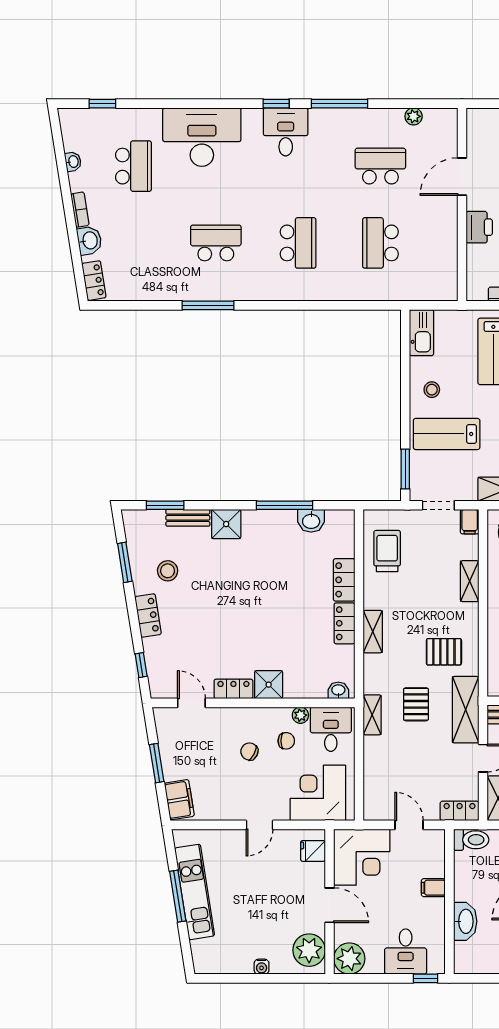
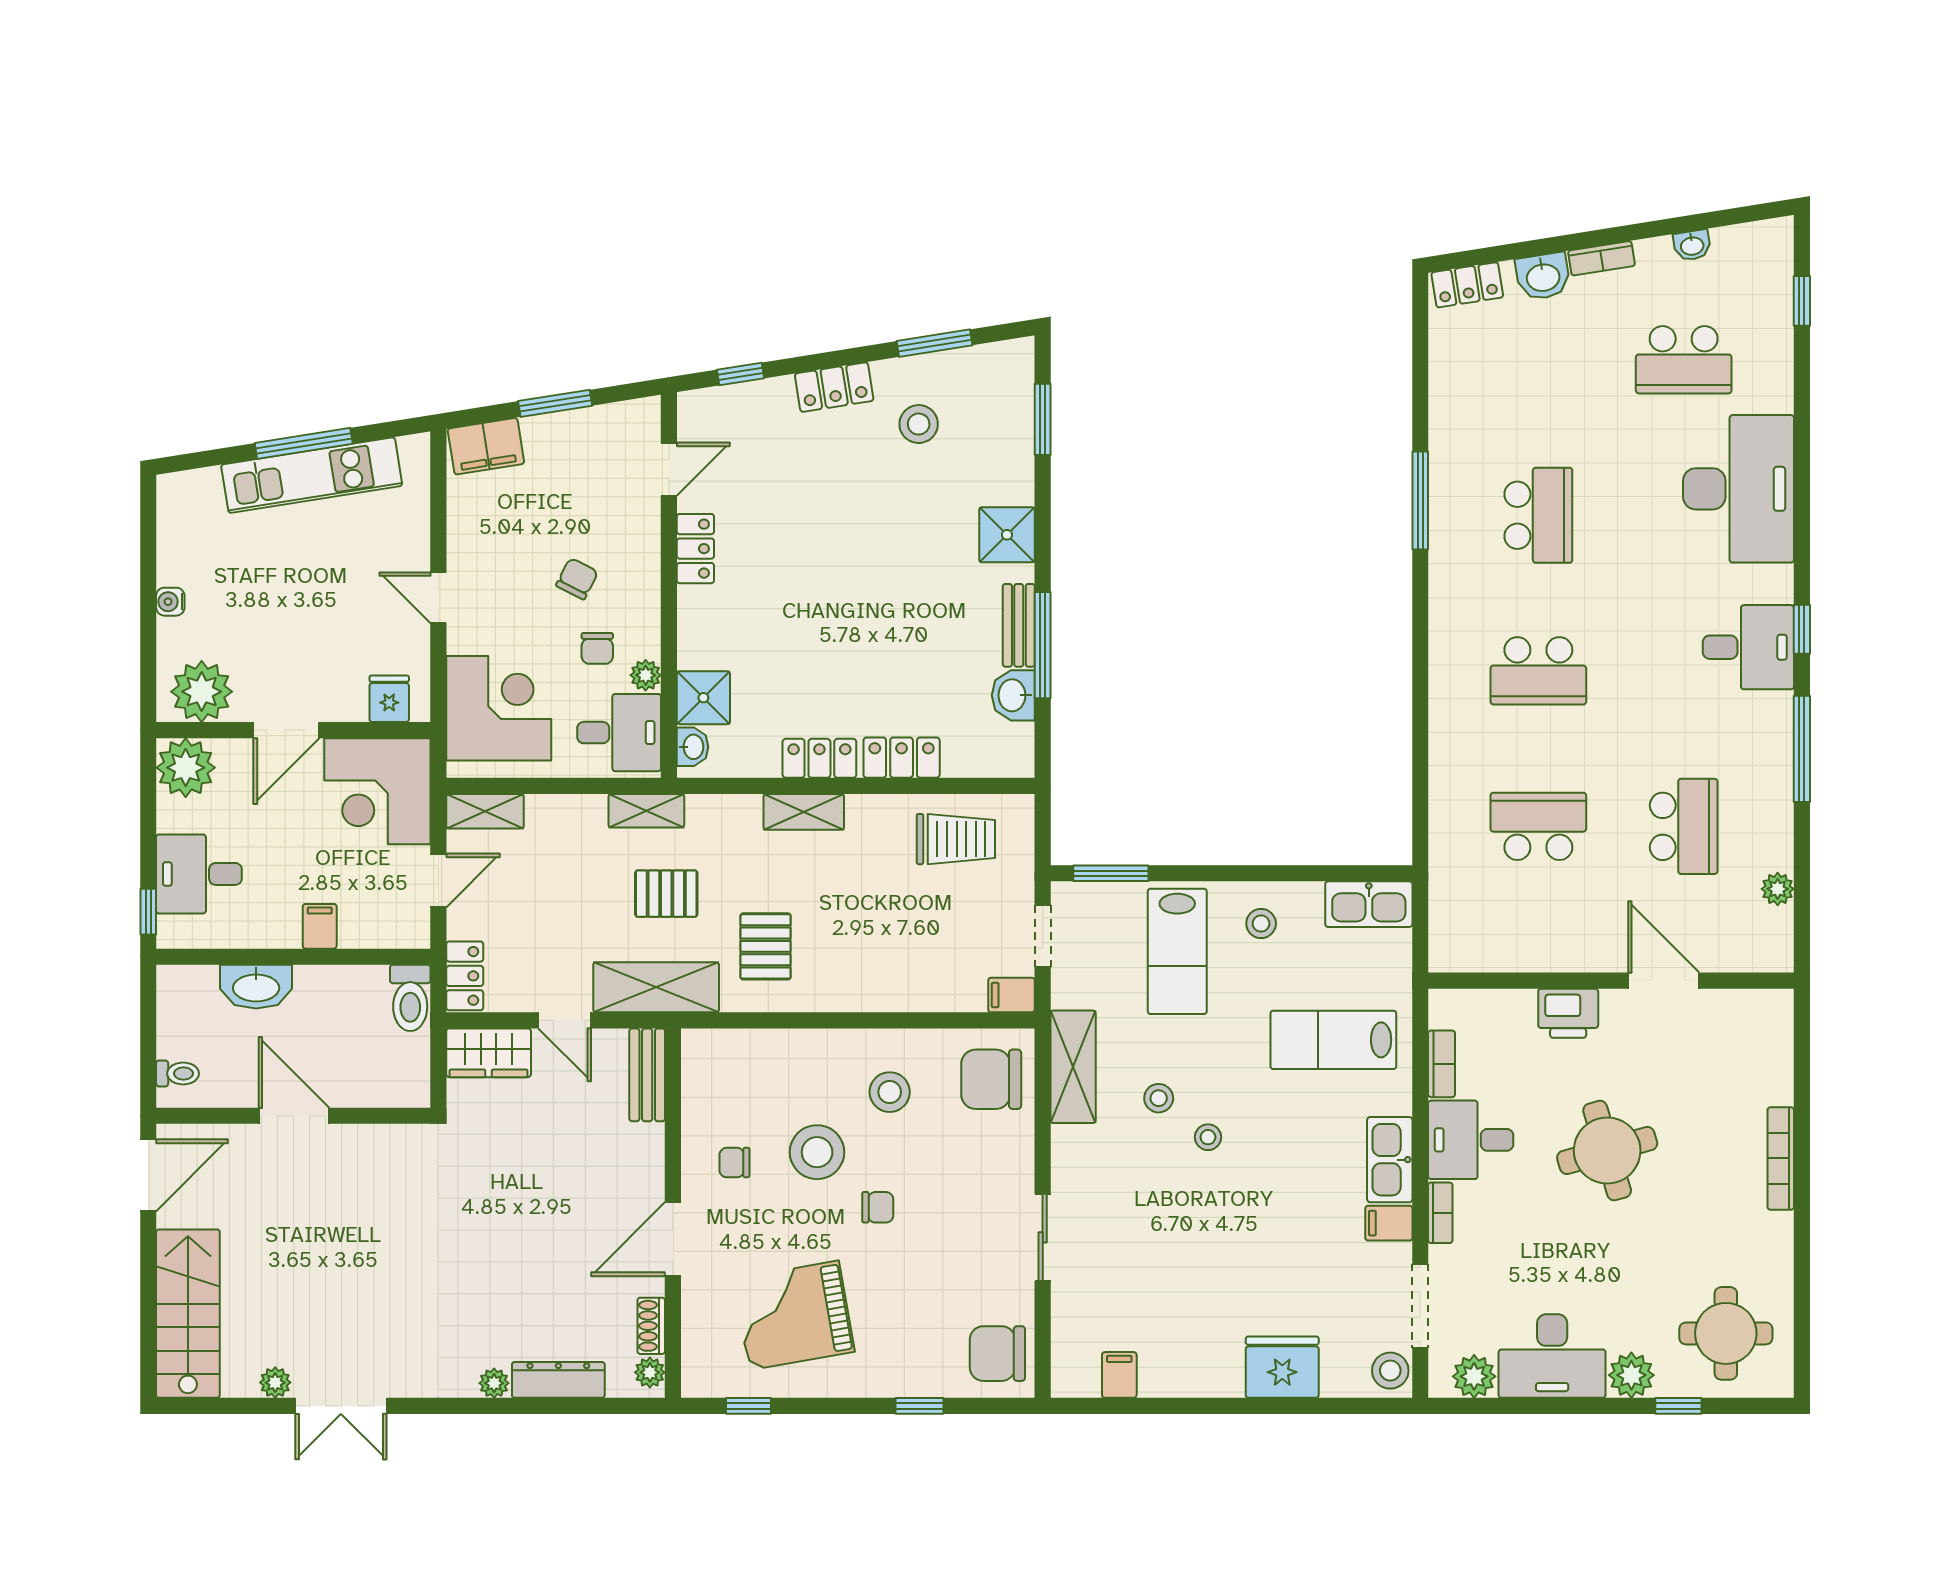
lab bench: (447, 434) -> (1177, 951), turned 180
bench: (188, 518) -> (1019, 625), moved
shelving: (470, 581) -> (485, 811), moved
shower: (269, 685) -> (703, 698), moved

